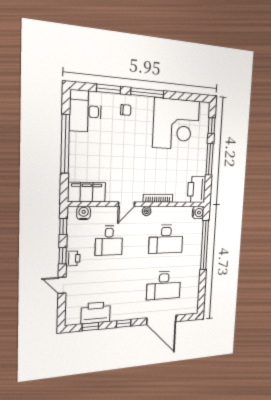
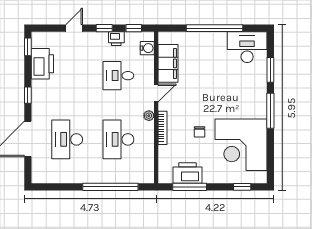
chair: (126, 110) -> (200, 132), moved
window: (210, 159) -> (190, 187), moved
printer: (197, 189) -> (187, 173), moved
filing cabinet: (87, 192) -> (168, 63), moved
door: (126, 204) -> (156, 93), swing flipped
water cooler: (198, 213) -> (147, 177), removed
printer: (73, 258) -> (116, 39), moved
window: (90, 327) -> (28, 47), moved

